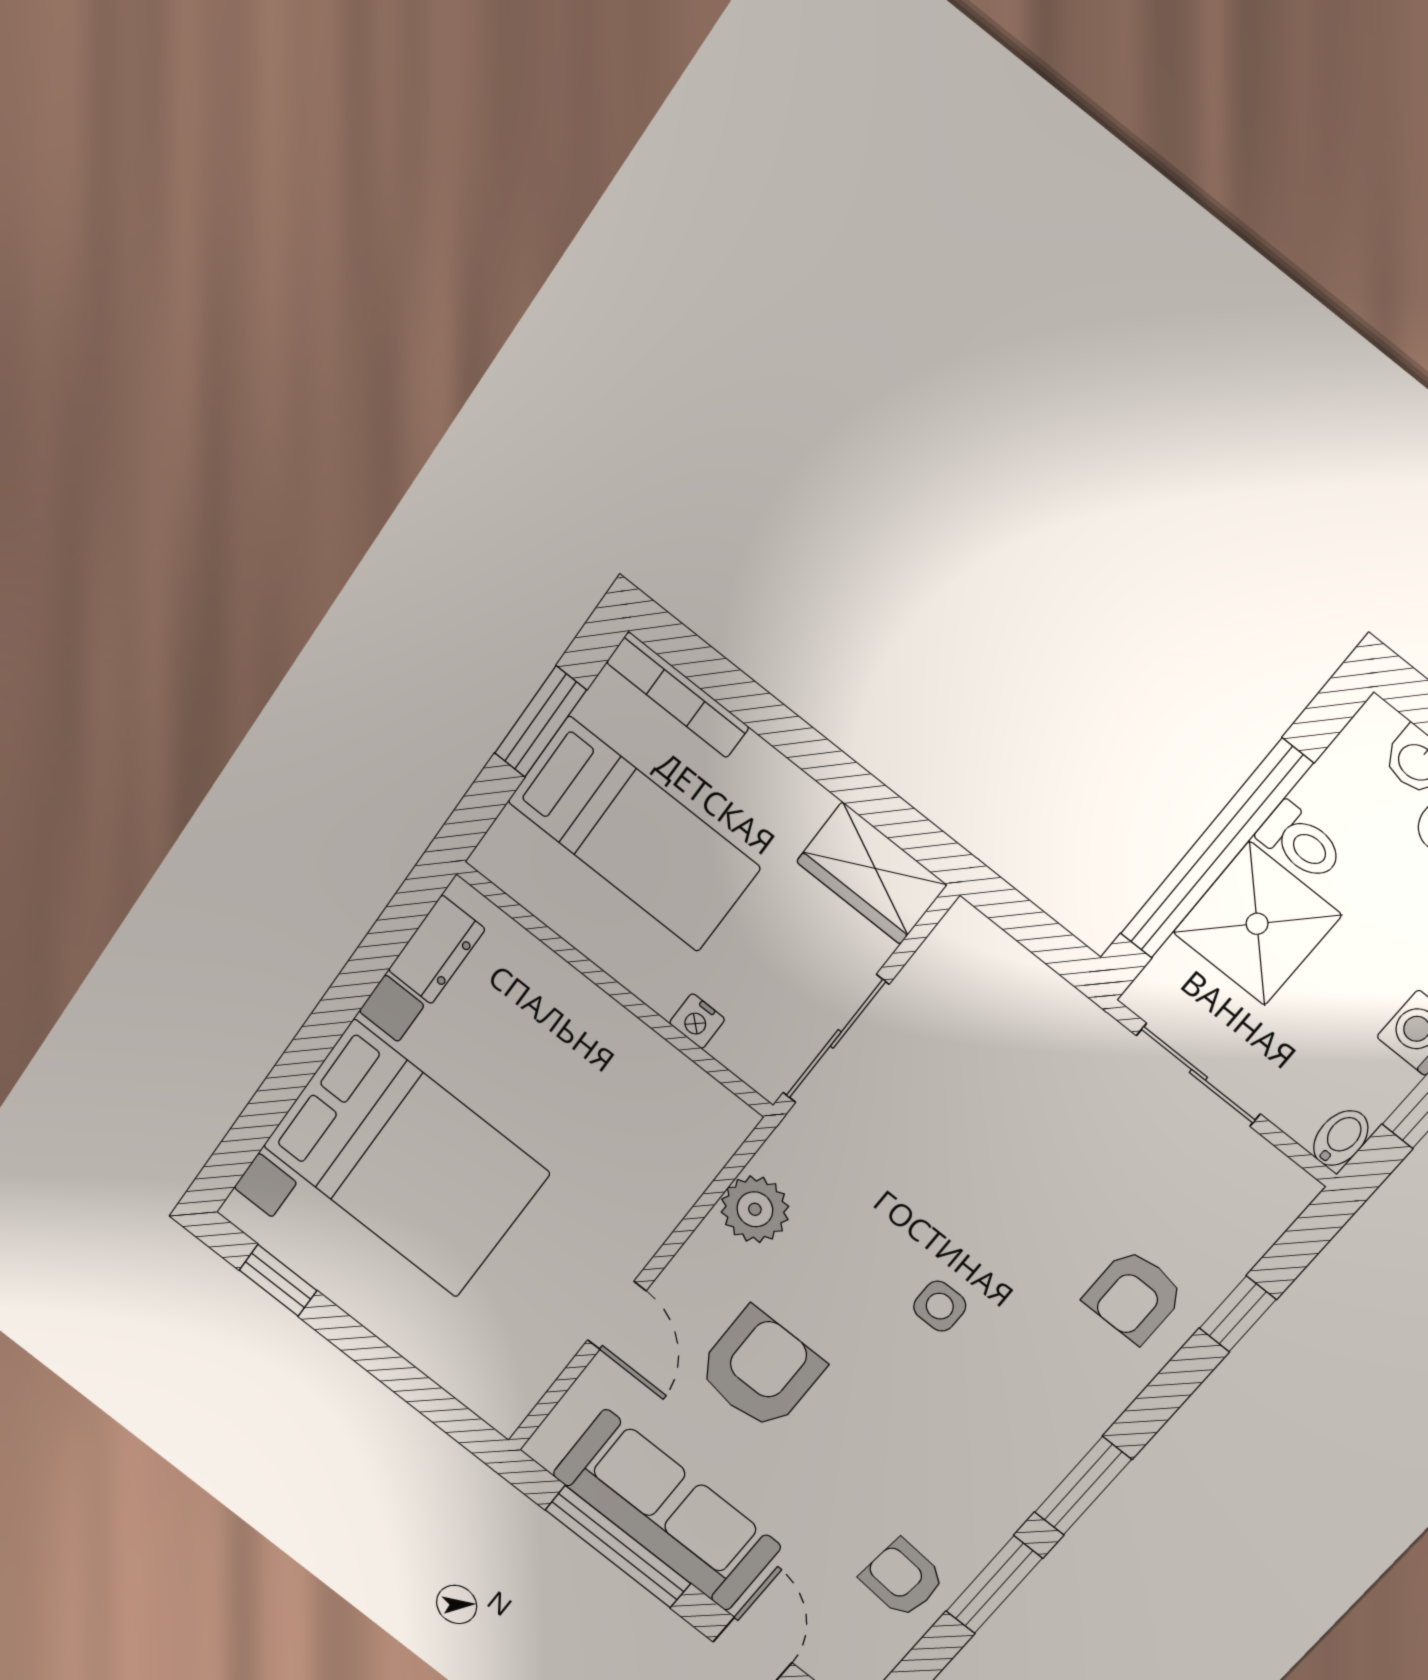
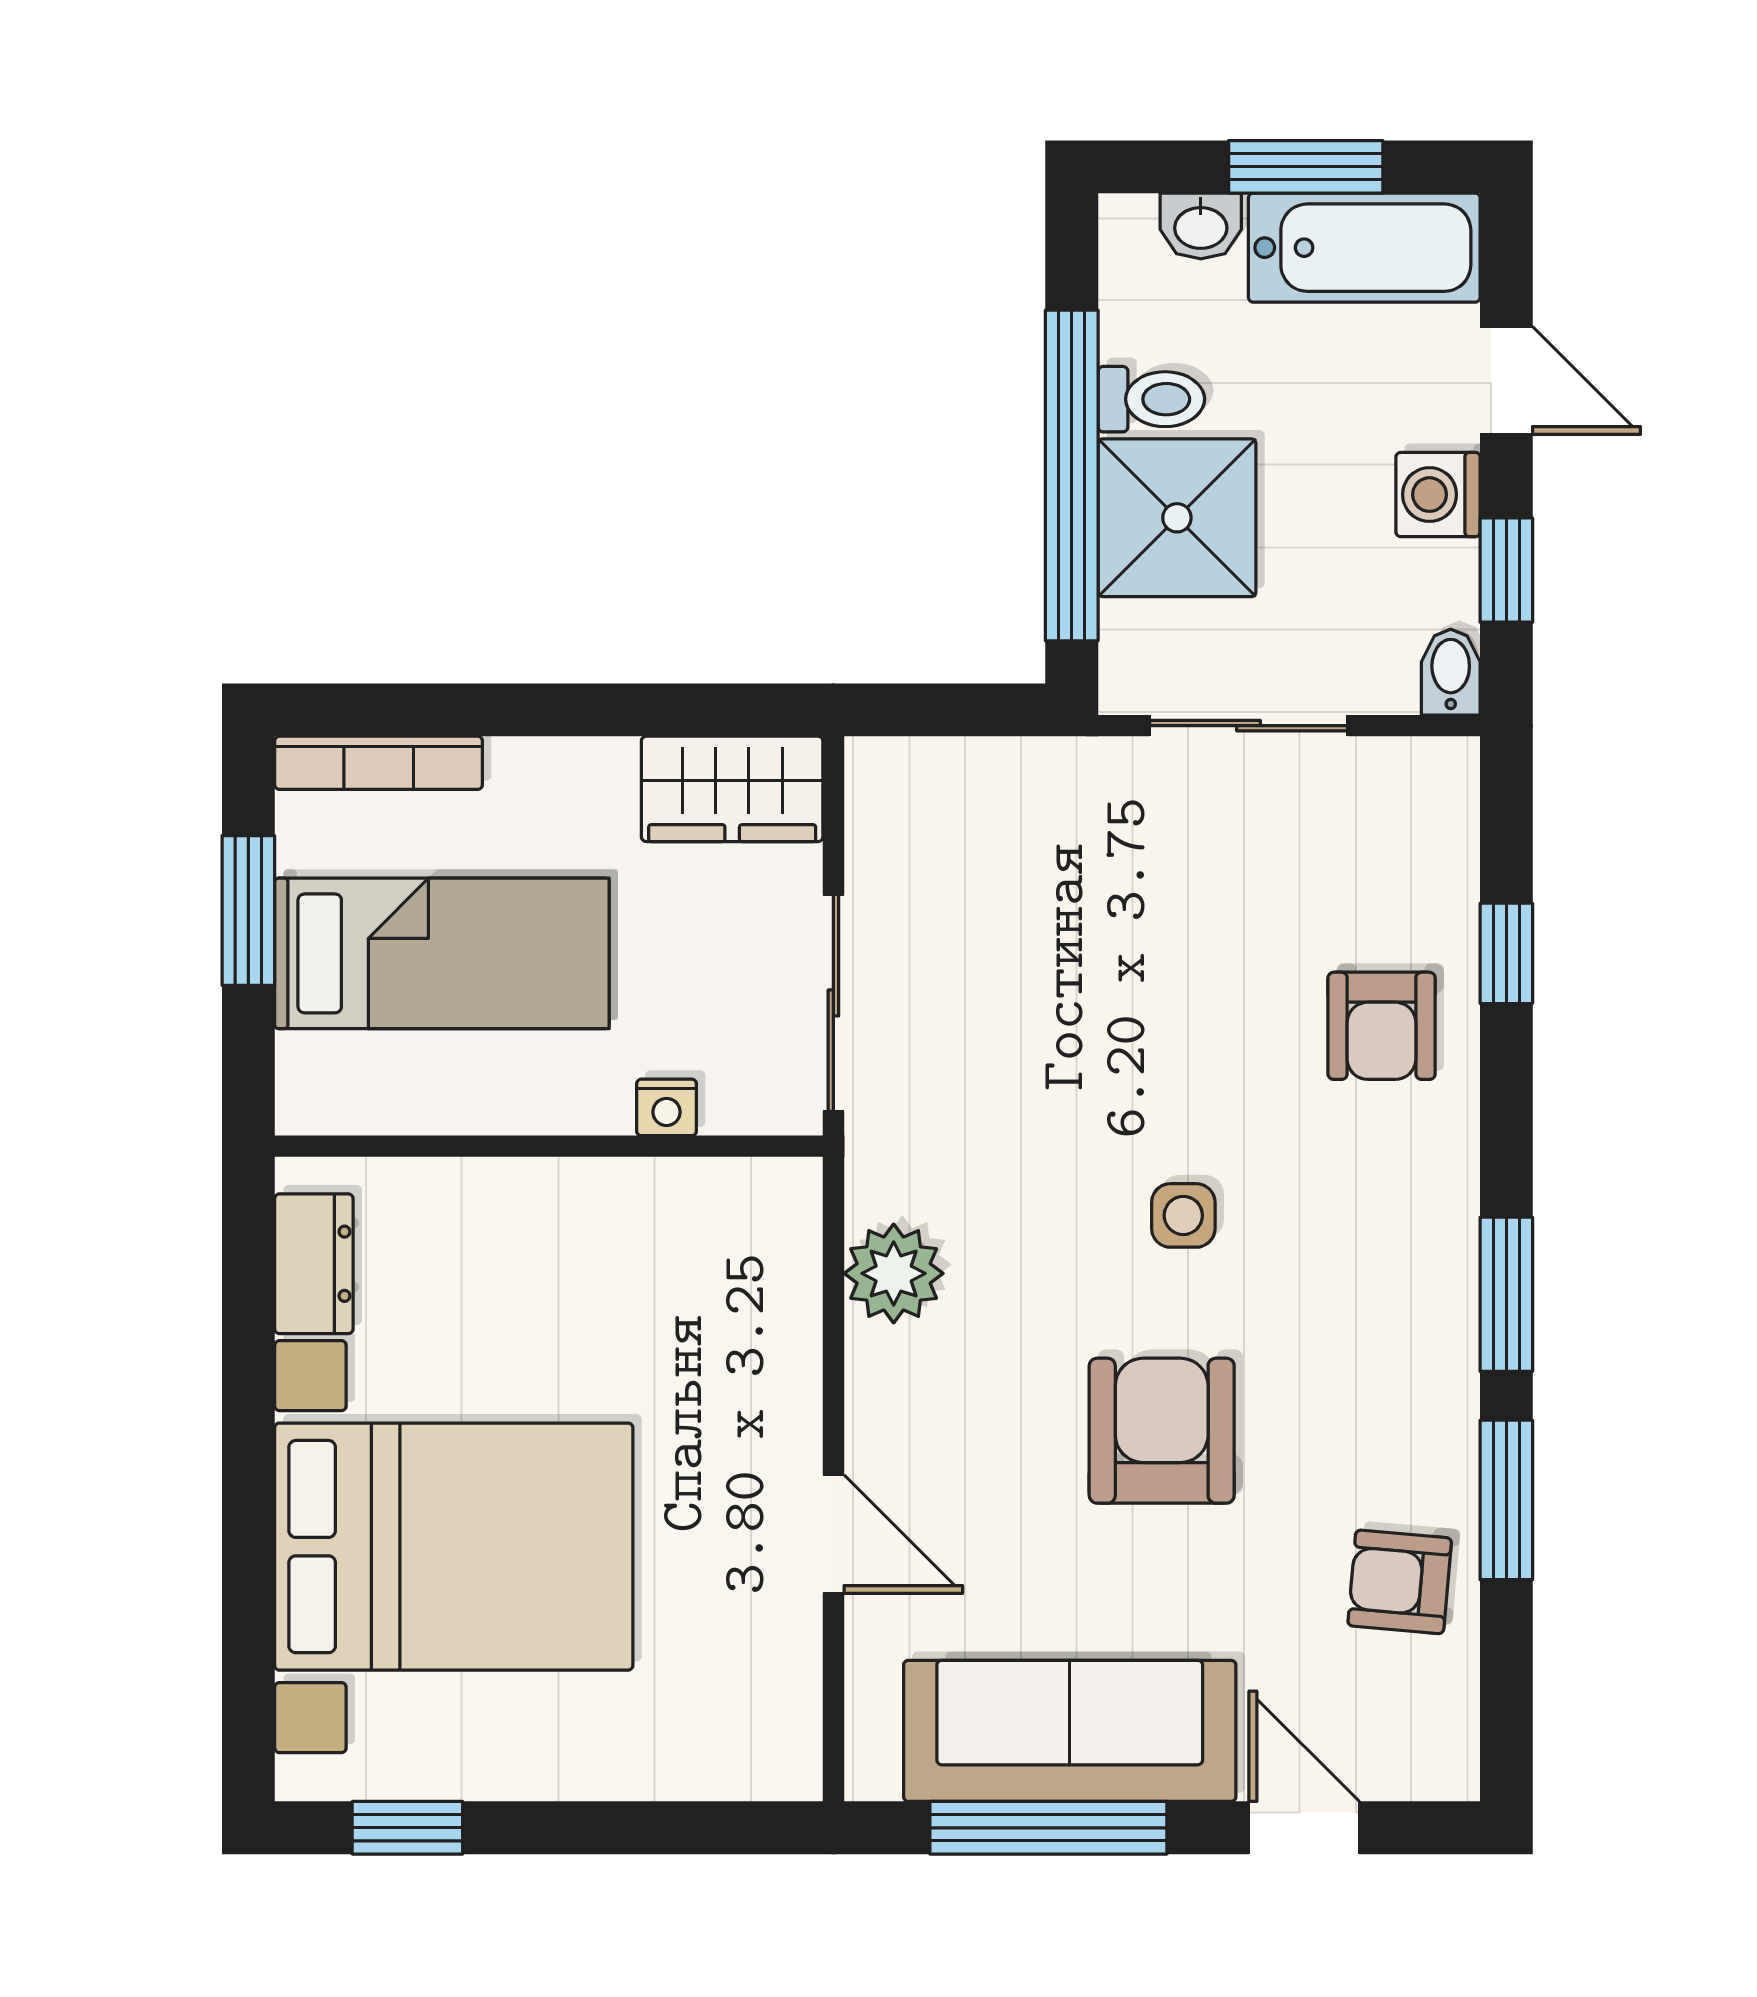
armchair: (760, 1369) -> (1162, 1431), moved

